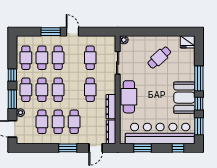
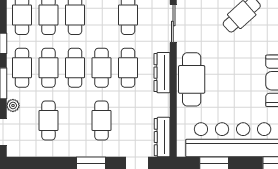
dresser: (111, 107) -> (162, 73), moved
cafe table: (58, 122) -> (101, 68), moved

